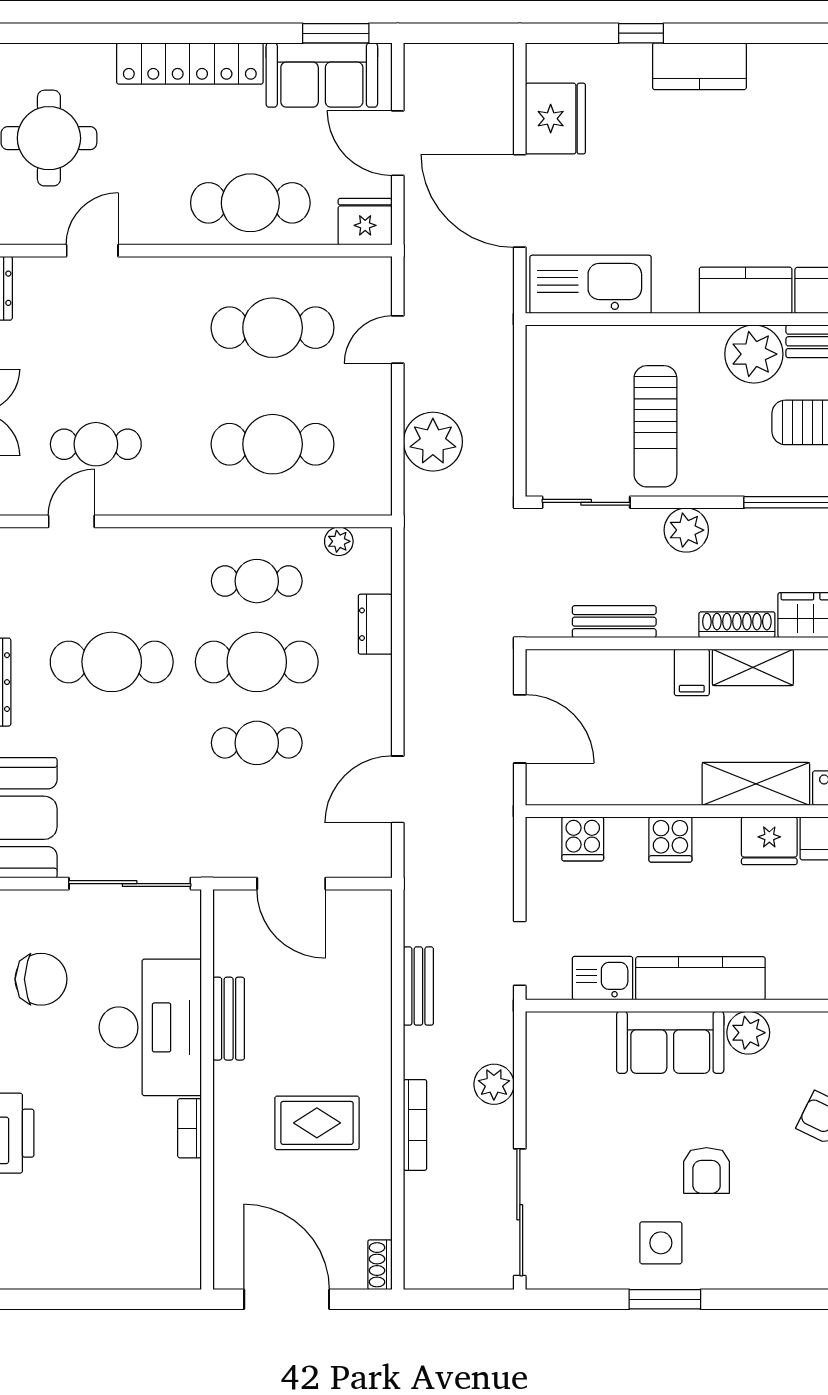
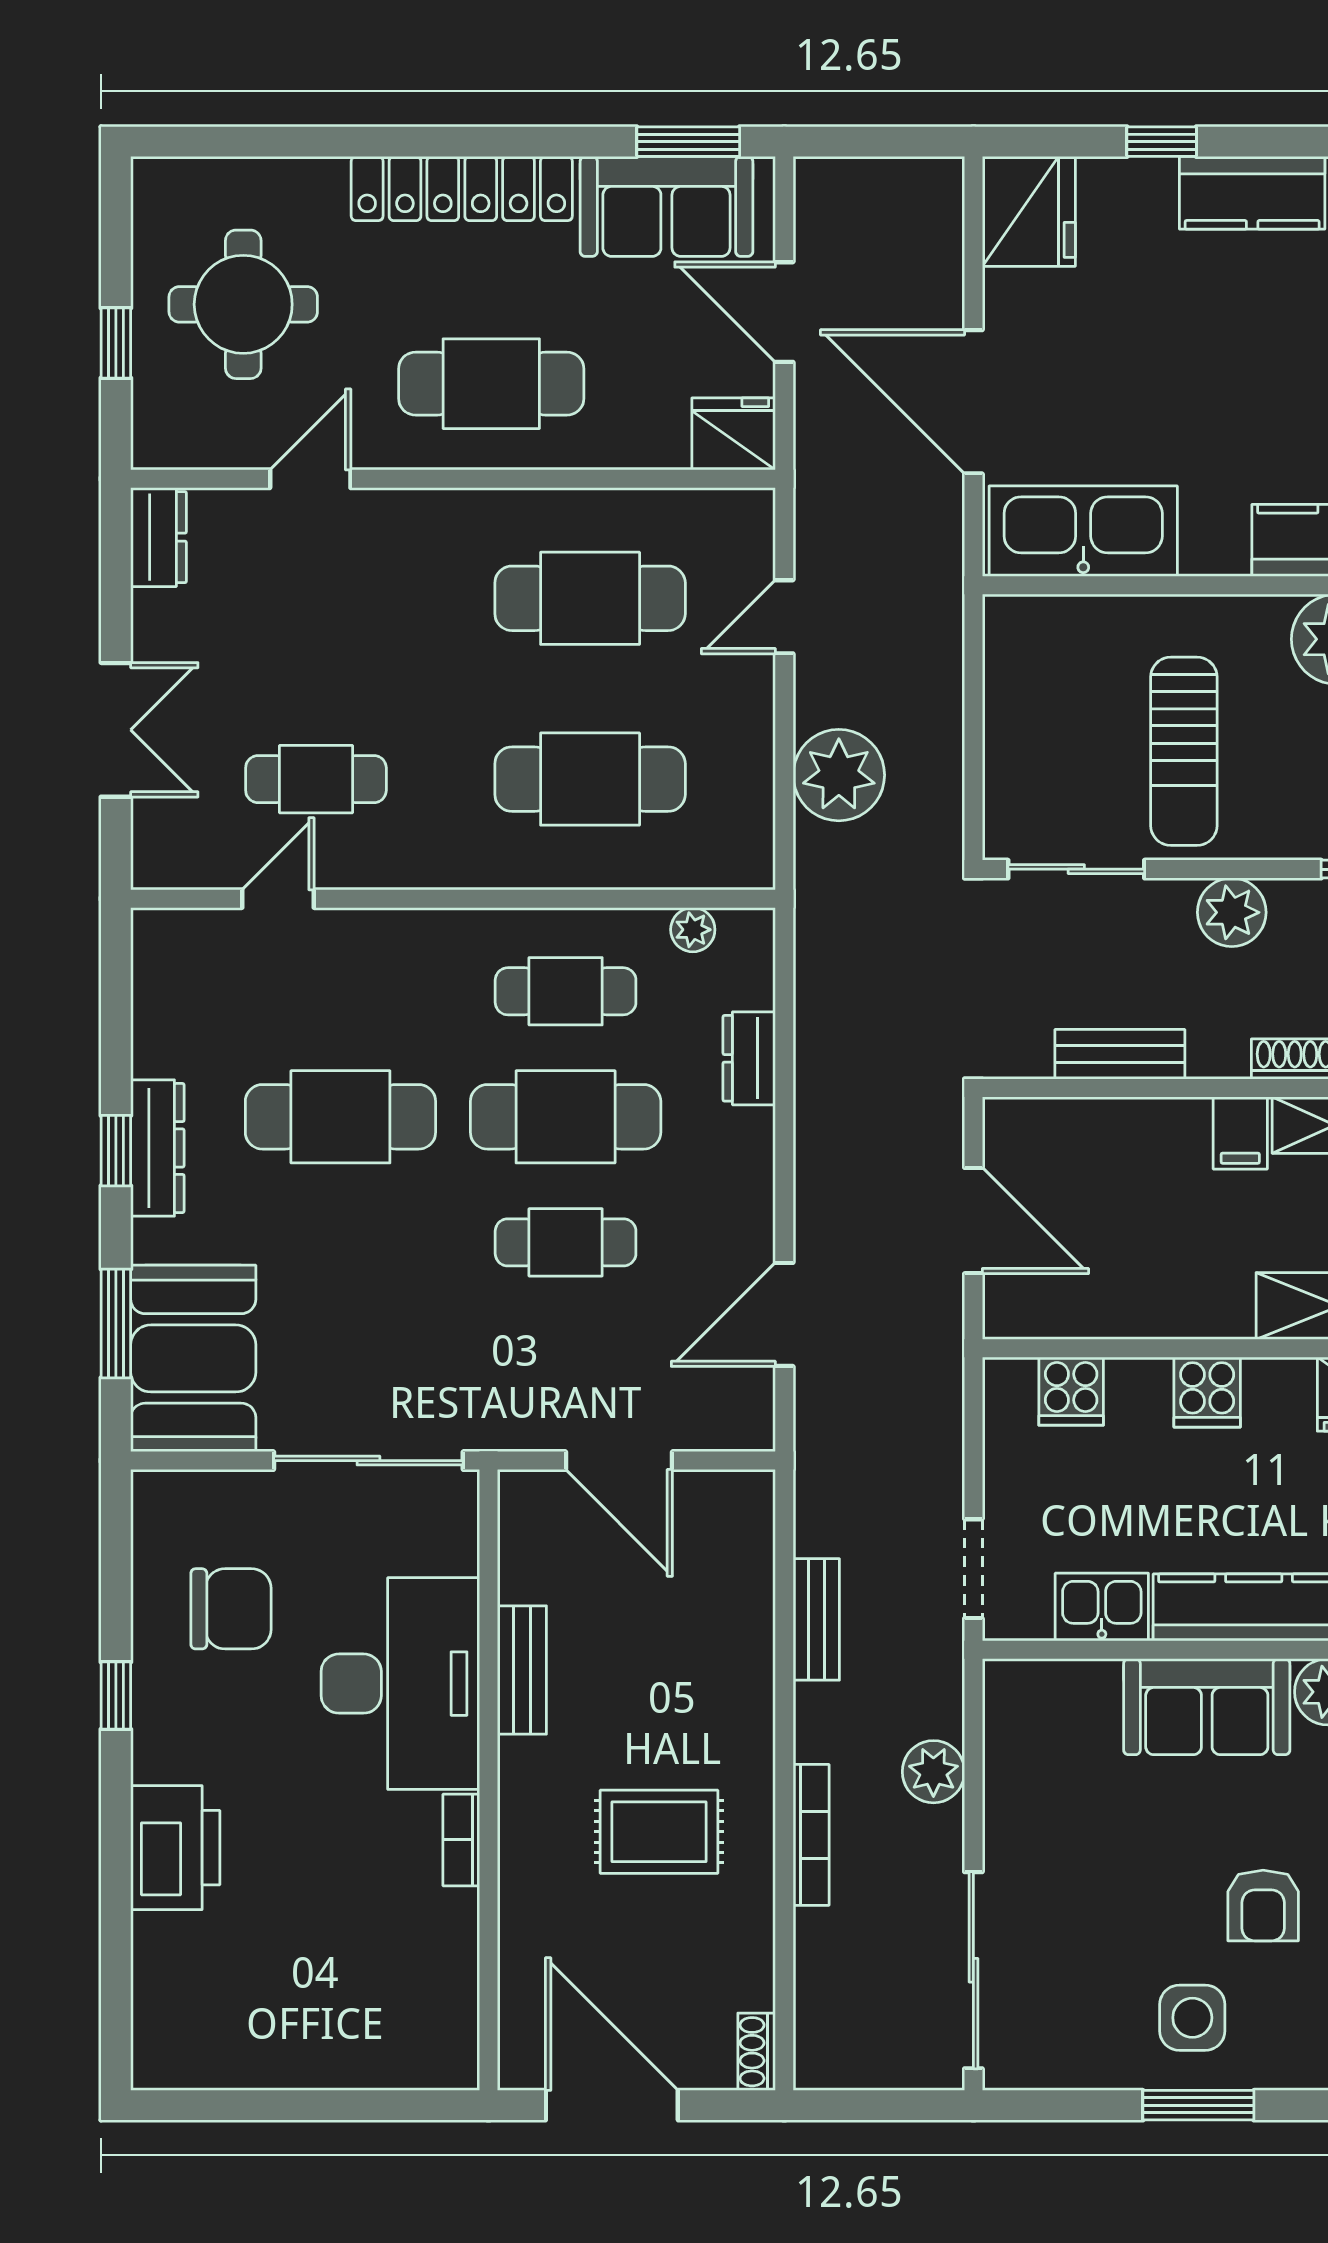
fridge: (555, 119) -> (1029, 211), moved
cafe table: (250, 203) -> (491, 384), moved

